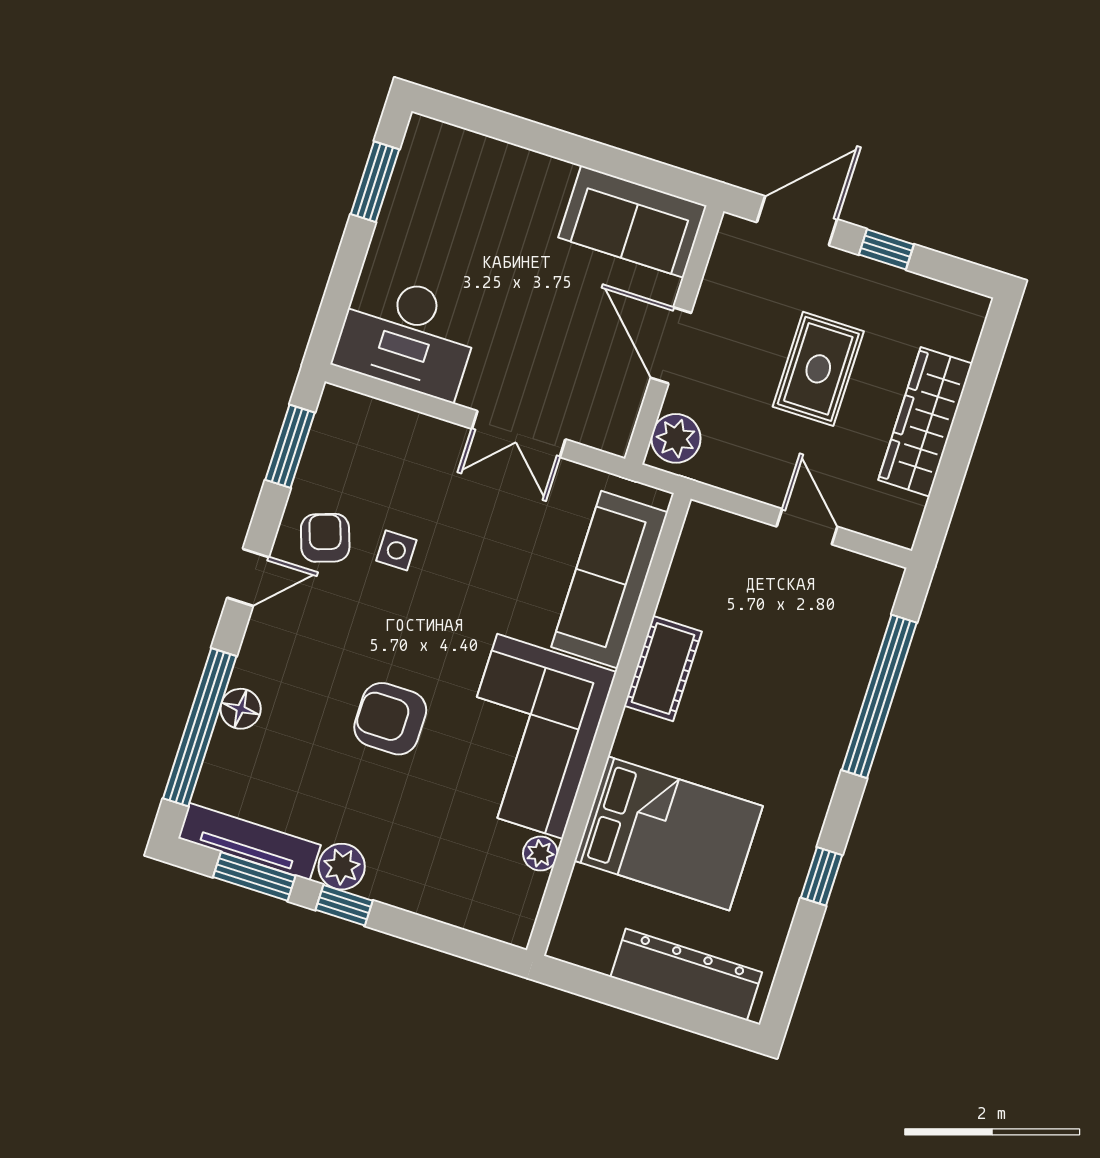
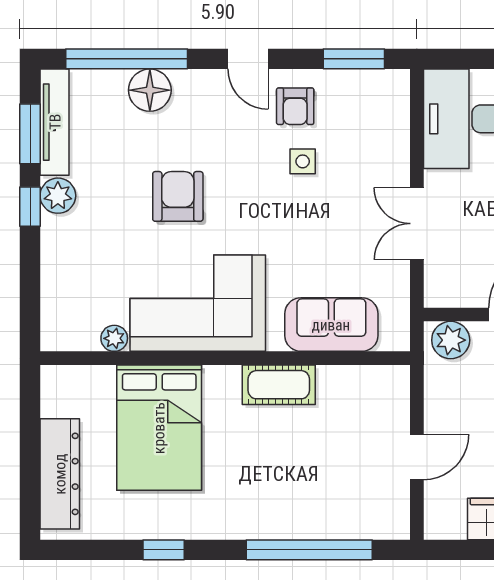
armchair: (325, 538) -> (295, 106), turned 109
sofa: (609, 580) -> (331, 325), width x0.73
floor lamp: (241, 709) -> (150, 90), width x1.38, depth x1.38

